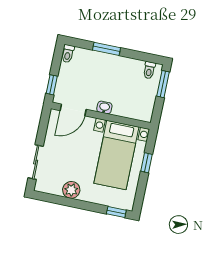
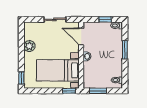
window: (163, 84) -> (98, 91), moved
window: (52, 85) -> (105, 19), moved
sliding door: (36, 162) -> (55, 19), moved
window: (147, 163) -> (69, 91), moved

